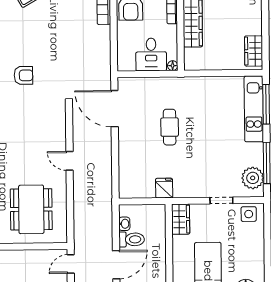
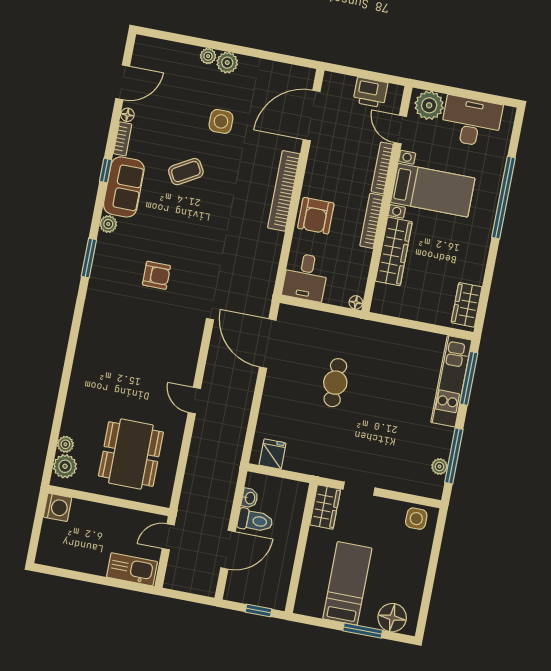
desk: (151, 54) -> (305, 277), moved
plant: (253, 178) -> (439, 466), width x0.53, depth x0.53
fridge: (164, 188) -> (273, 454), moved
doorway: (221, 200) -> (359, 489), moved

